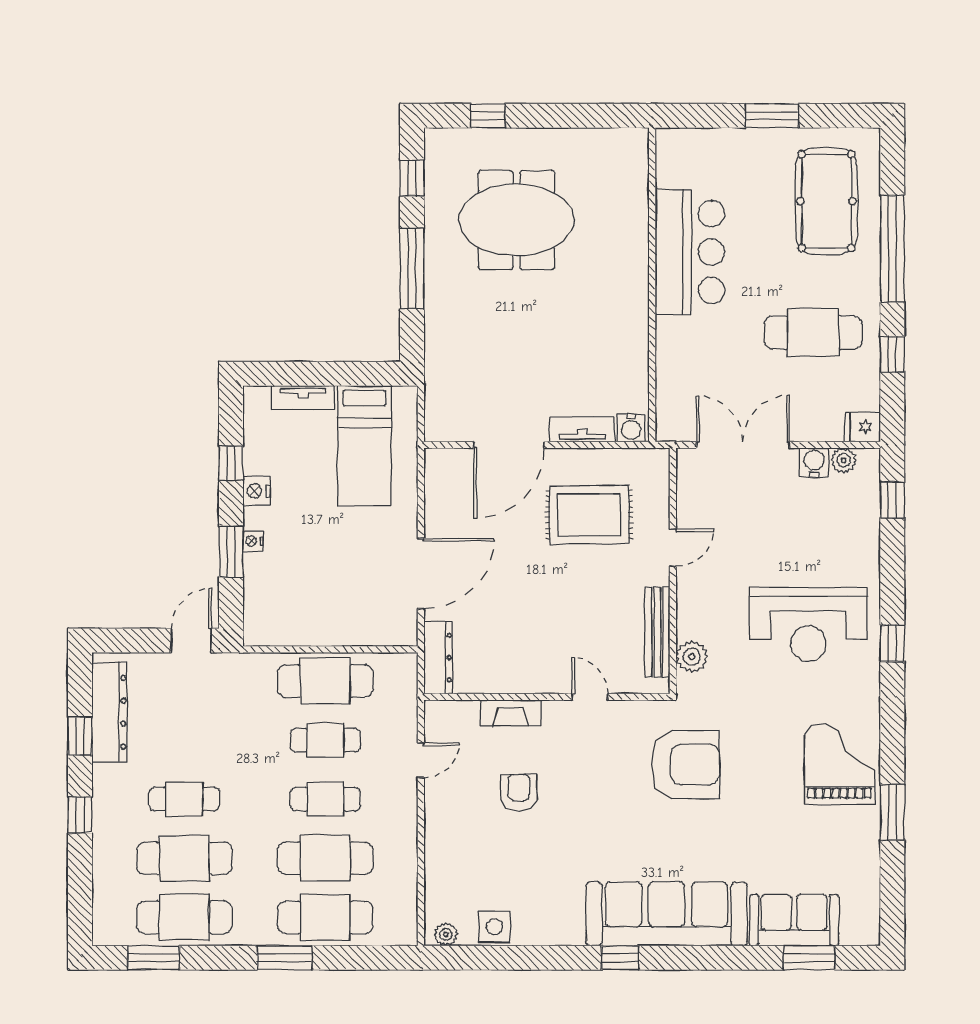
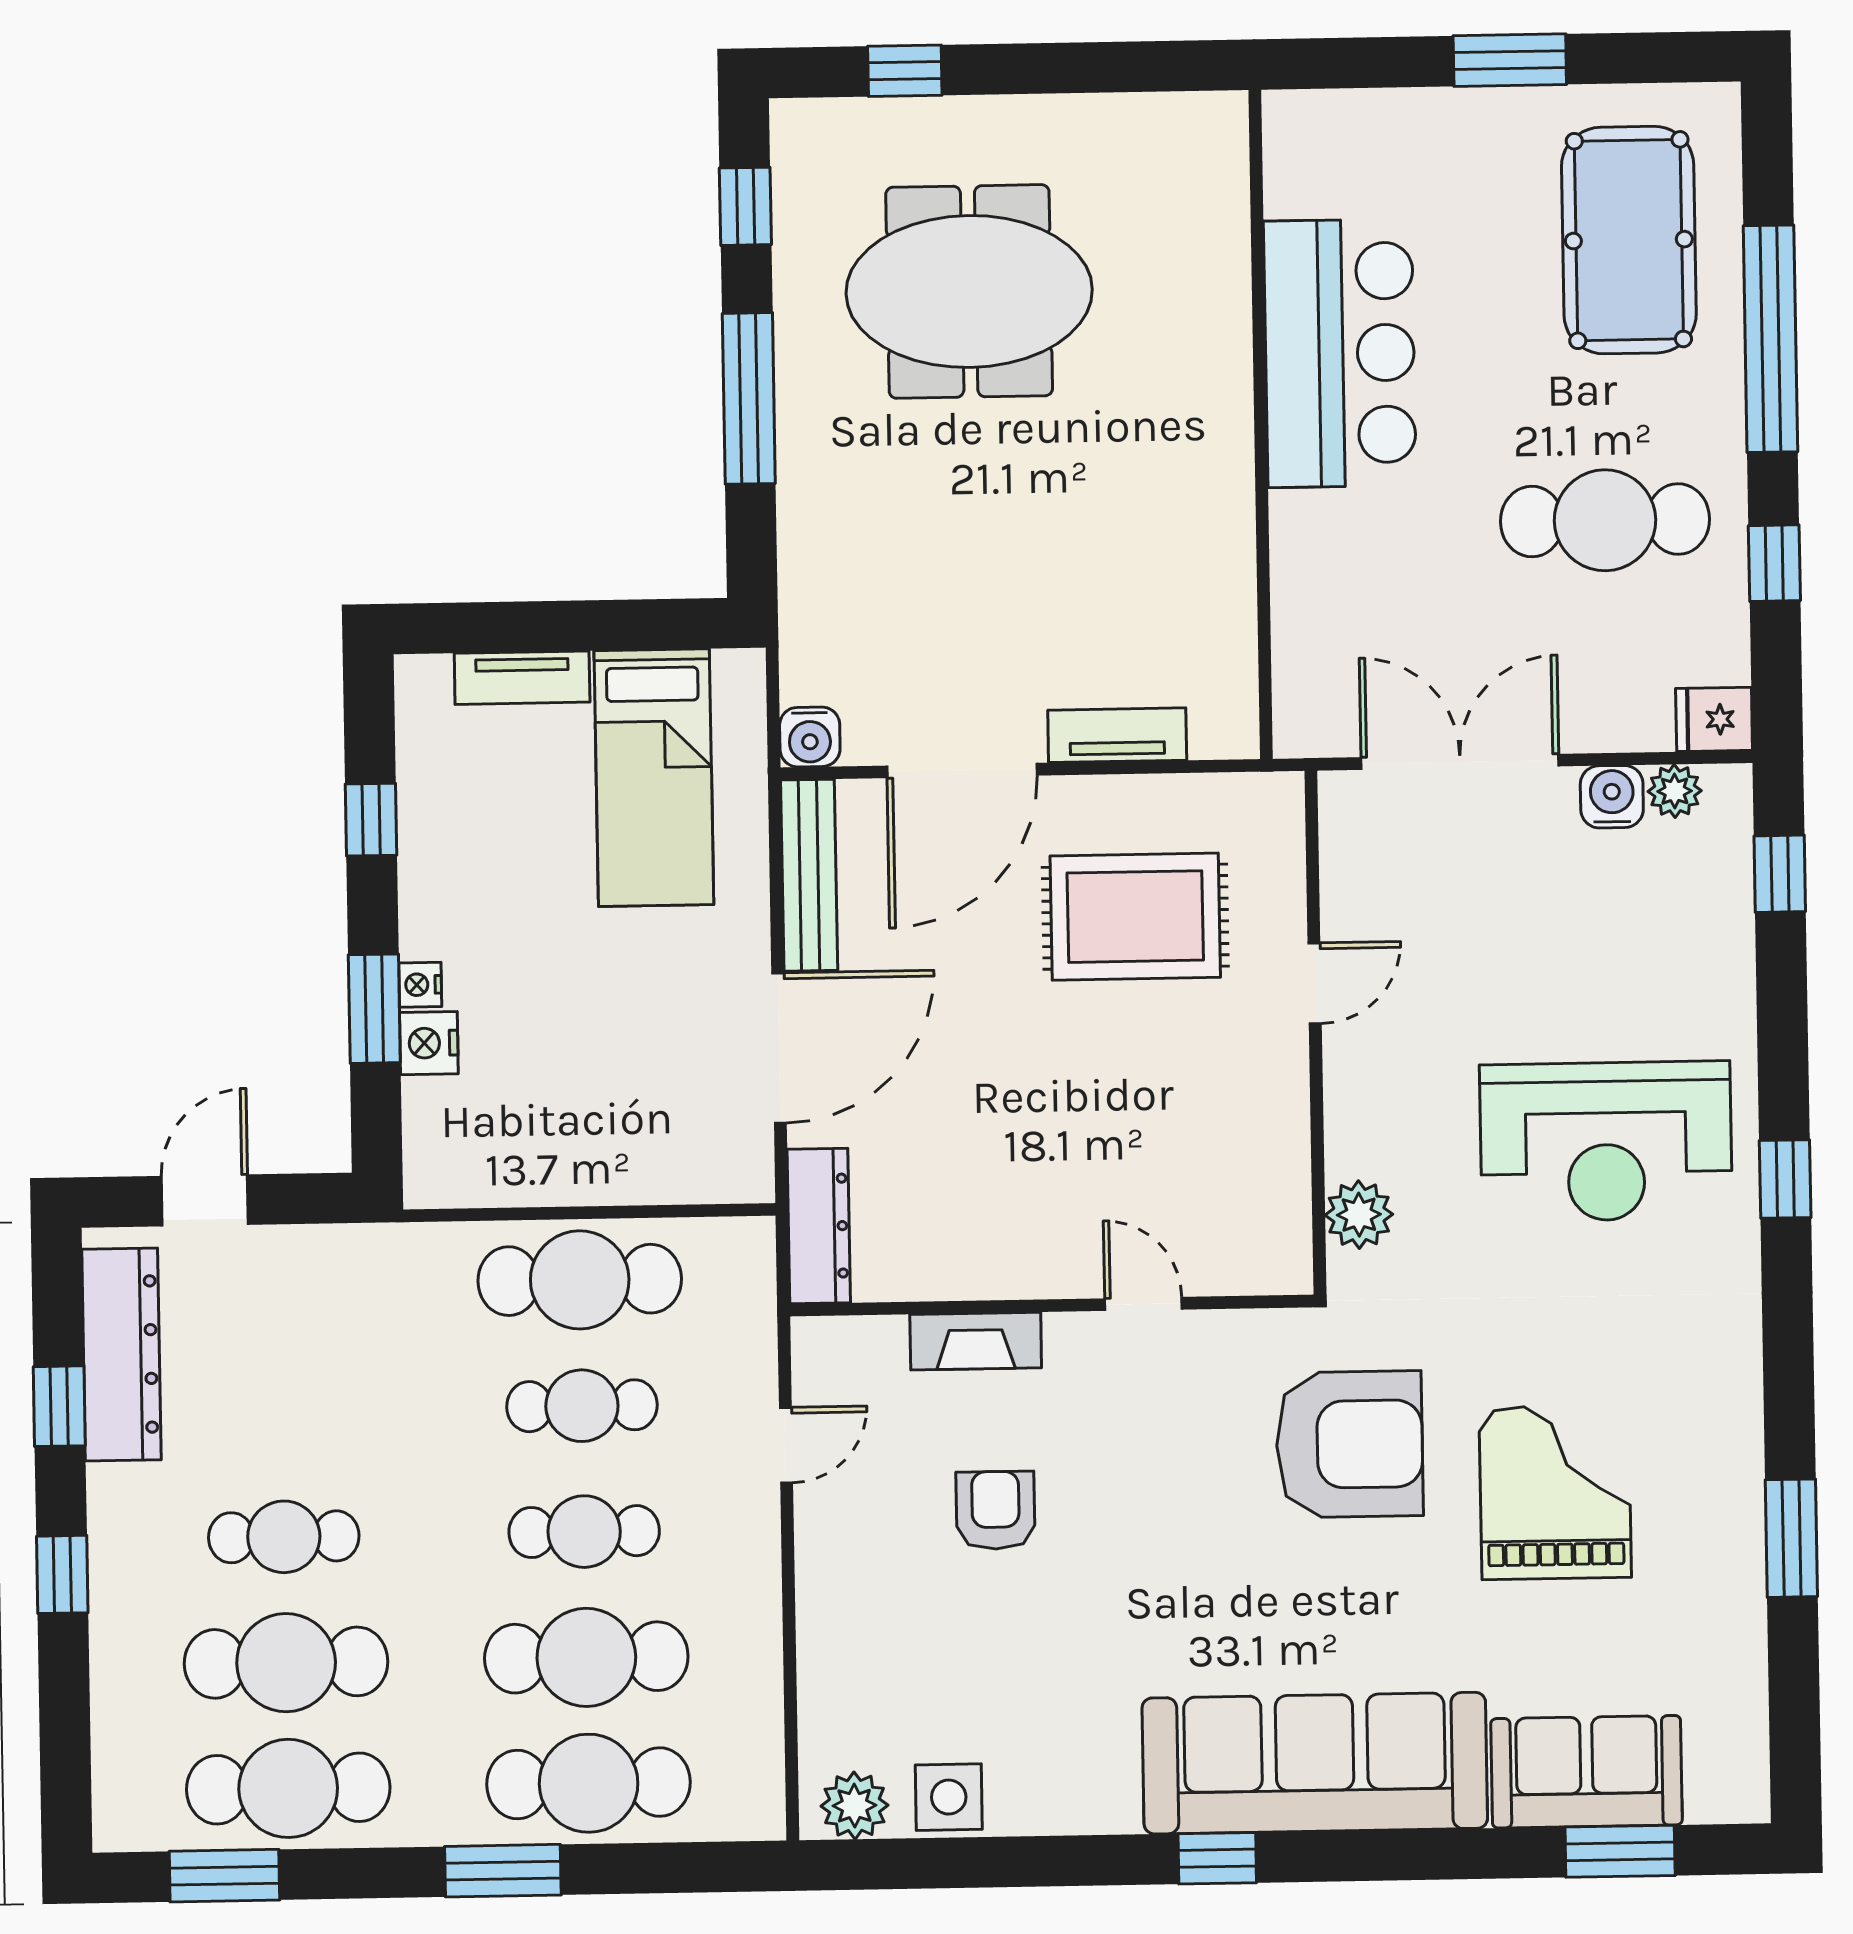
water cooler: (631, 428) -> (810, 737), moved
nightstand: (256, 491) -> (429, 1043), moved
bench: (657, 632) -> (809, 875), moved
door: (191, 641) -> (205, 1200), moved
grand piano: (839, 764) -> (1555, 1492), moved
plant: (446, 934) -> (854, 1806), width x1.38, depth x1.38

